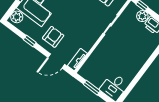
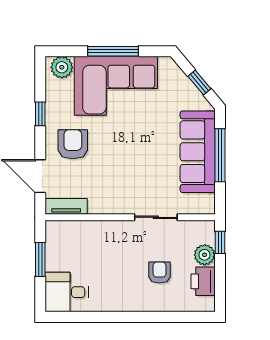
armchair: (53, 37) -> (73, 144), turned -90
armchair: (136, 41) -> (160, 273), added

